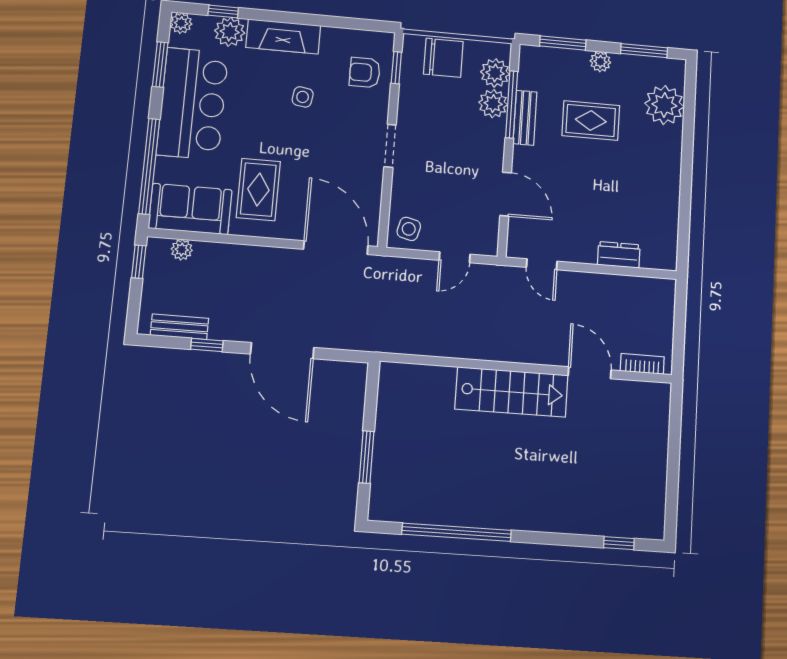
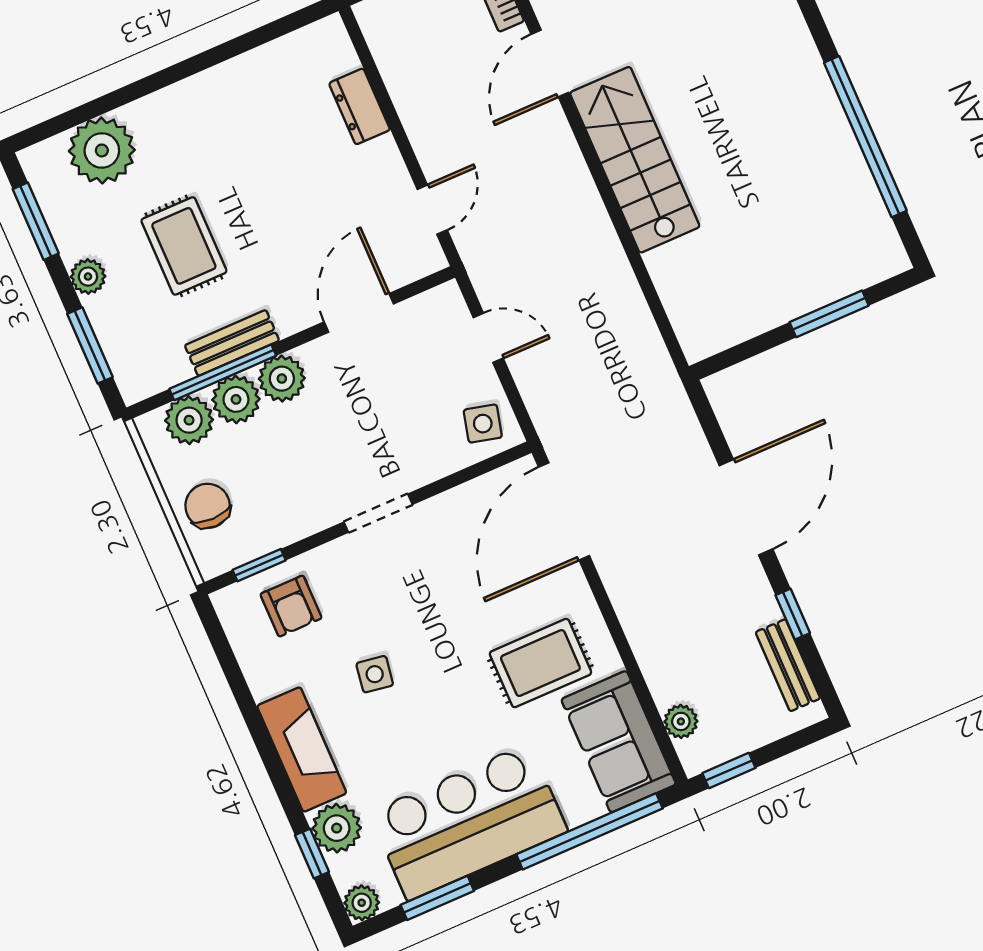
chair: (443, 58) -> (208, 506), width x0.73, depth x0.73
plant: (492, 134) -> (282, 379), added

